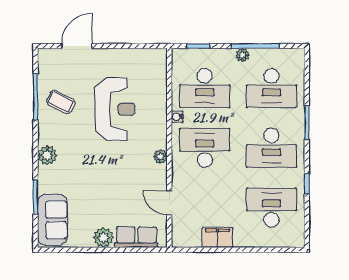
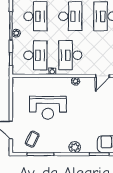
coffee table: (61, 102) -> (32, 139), moved
reception desk: (115, 109) -> (48, 108), turned 180

